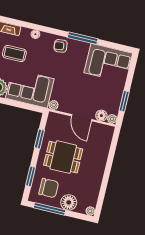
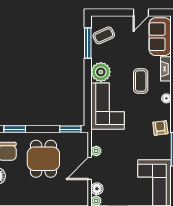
plant: (54, 105) -> (96, 151), moved
window: (39, 139) -> (70, 129), moved

